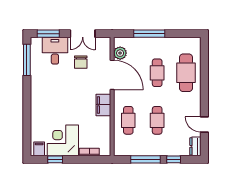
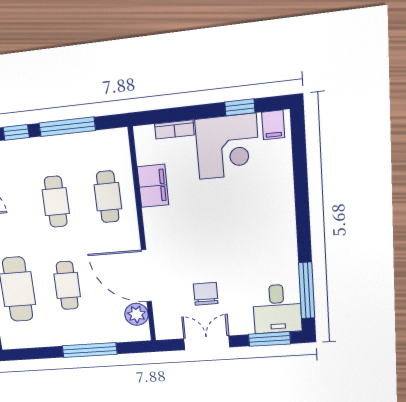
desk: (55, 51) -> (277, 309), moved
filing cabinet: (103, 105) -> (153, 186), moved

